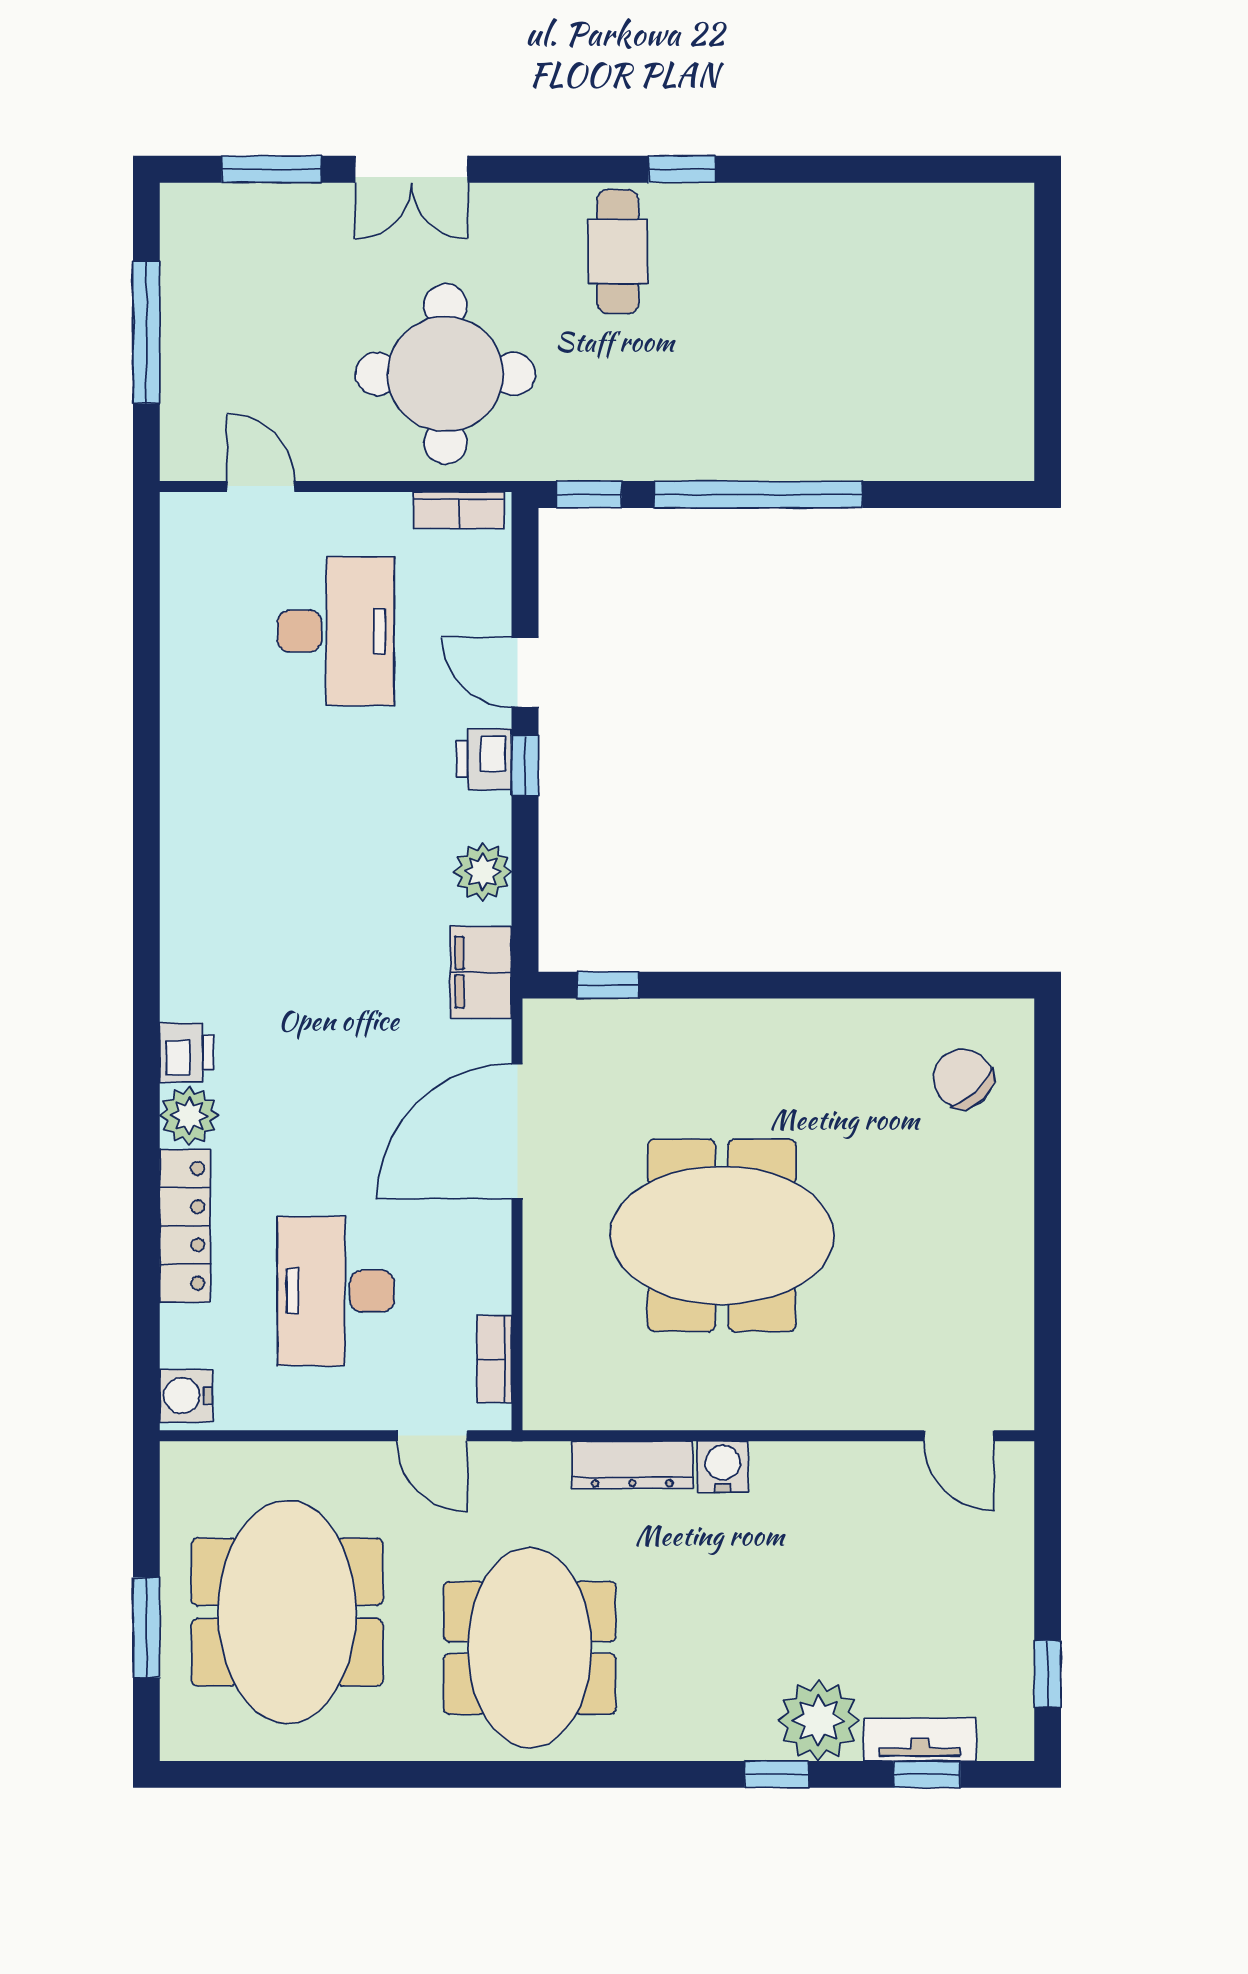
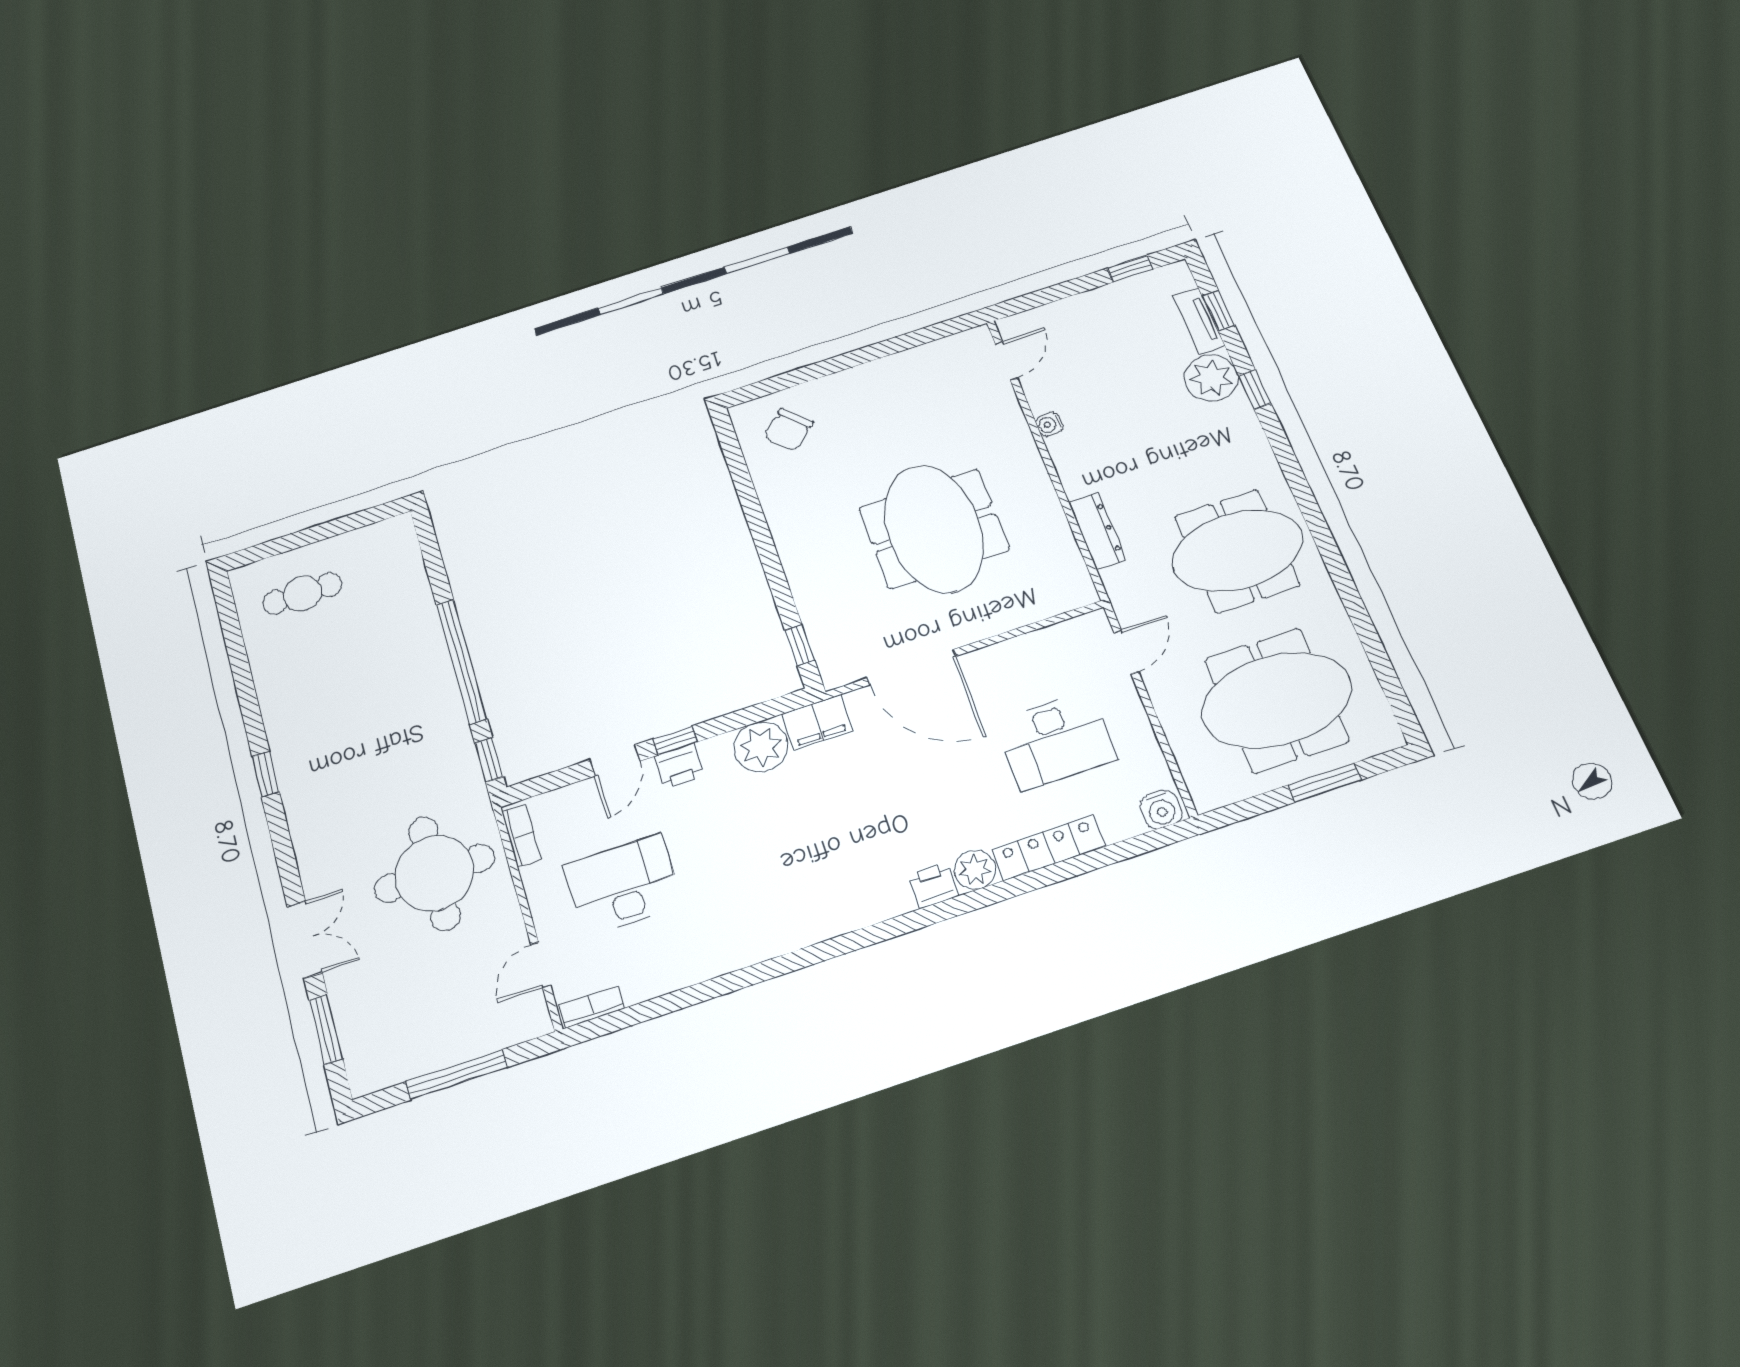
cafe table: (618, 252) -> (302, 593), moved
plant: (483, 872) -> (761, 747), width x1.36, depth x1.36
bookcase: (494, 1359) -> (592, 1007), moved, turned 180
water cooler: (723, 1467) -> (1049, 424), moved, width x0.72, depth x0.72

